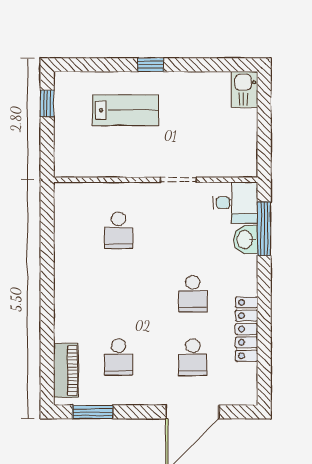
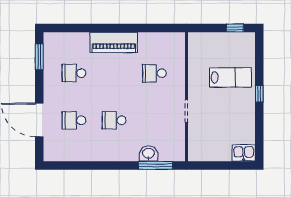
lab bench: (125, 110) -> (231, 78), turned -90
desk: (235, 203) -> (172, 147), removed
locker: (247, 329) -> (92, 154), removed
piano: (66, 370) -> (114, 42), moved, width x1.37, depth x1.33

